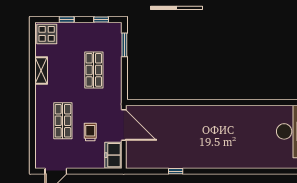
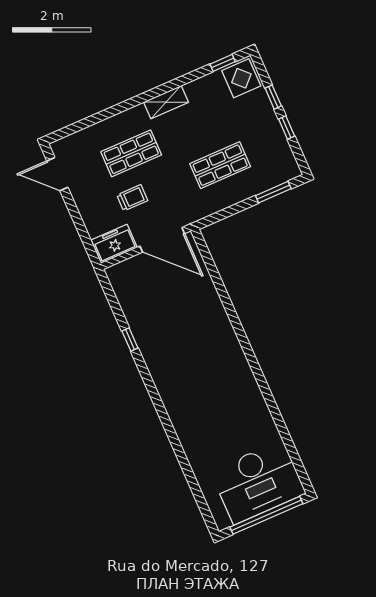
window: (101, 20) -> (287, 128), moved
window: (32, 41) -> (223, 63), added
shelving: (41, 71) -> (166, 102), moved
door: (124, 125) -> (162, 240), hinge flipped

